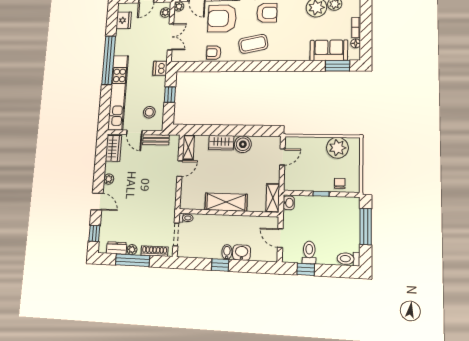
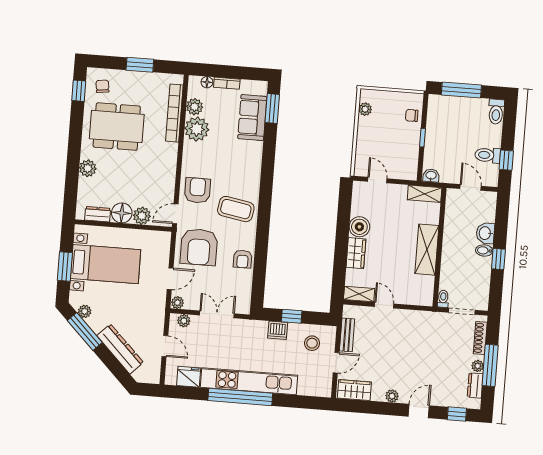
floor lamp: (356, 43) -> (207, 82), moved
coffee table: (253, 44) -> (236, 209), turned -69
dishwasher: (160, 68) -> (278, 330), moved
kitchen unit: (118, 92) -> (249, 381), moved
plant: (337, 148) -> (365, 109), width x0.53, depth x0.53
door: (280, 238) -> (471, 187), swing flipped

